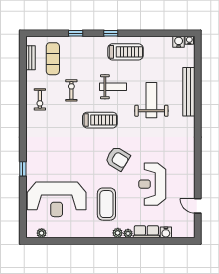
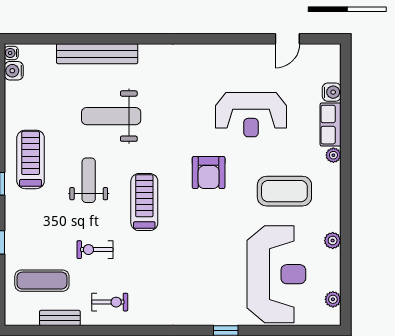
bench: (30, 58) -> (60, 318), moved
armchair: (118, 159) -> (209, 172), turned 149
plant: (118, 233) -> (333, 240), moved

